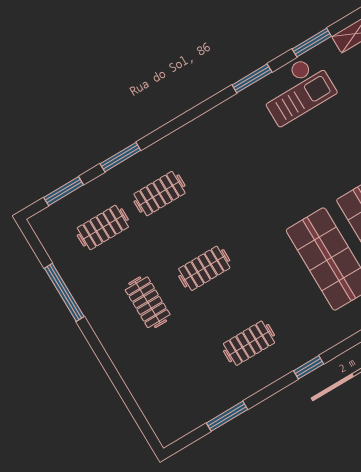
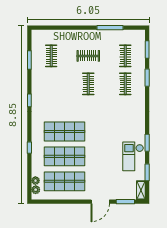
clothes rail: (249, 343) -> (51, 56), moved

